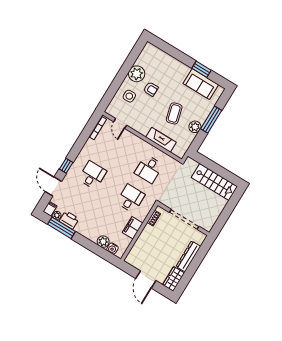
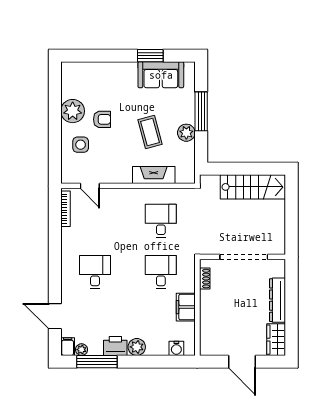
window: (66, 166) -> (55, 280), removed
desk: (149, 169) -> (161, 221), turned 180
printer: (69, 220) -> (115, 346), moved
plant: (103, 242) -> (137, 347), moved

